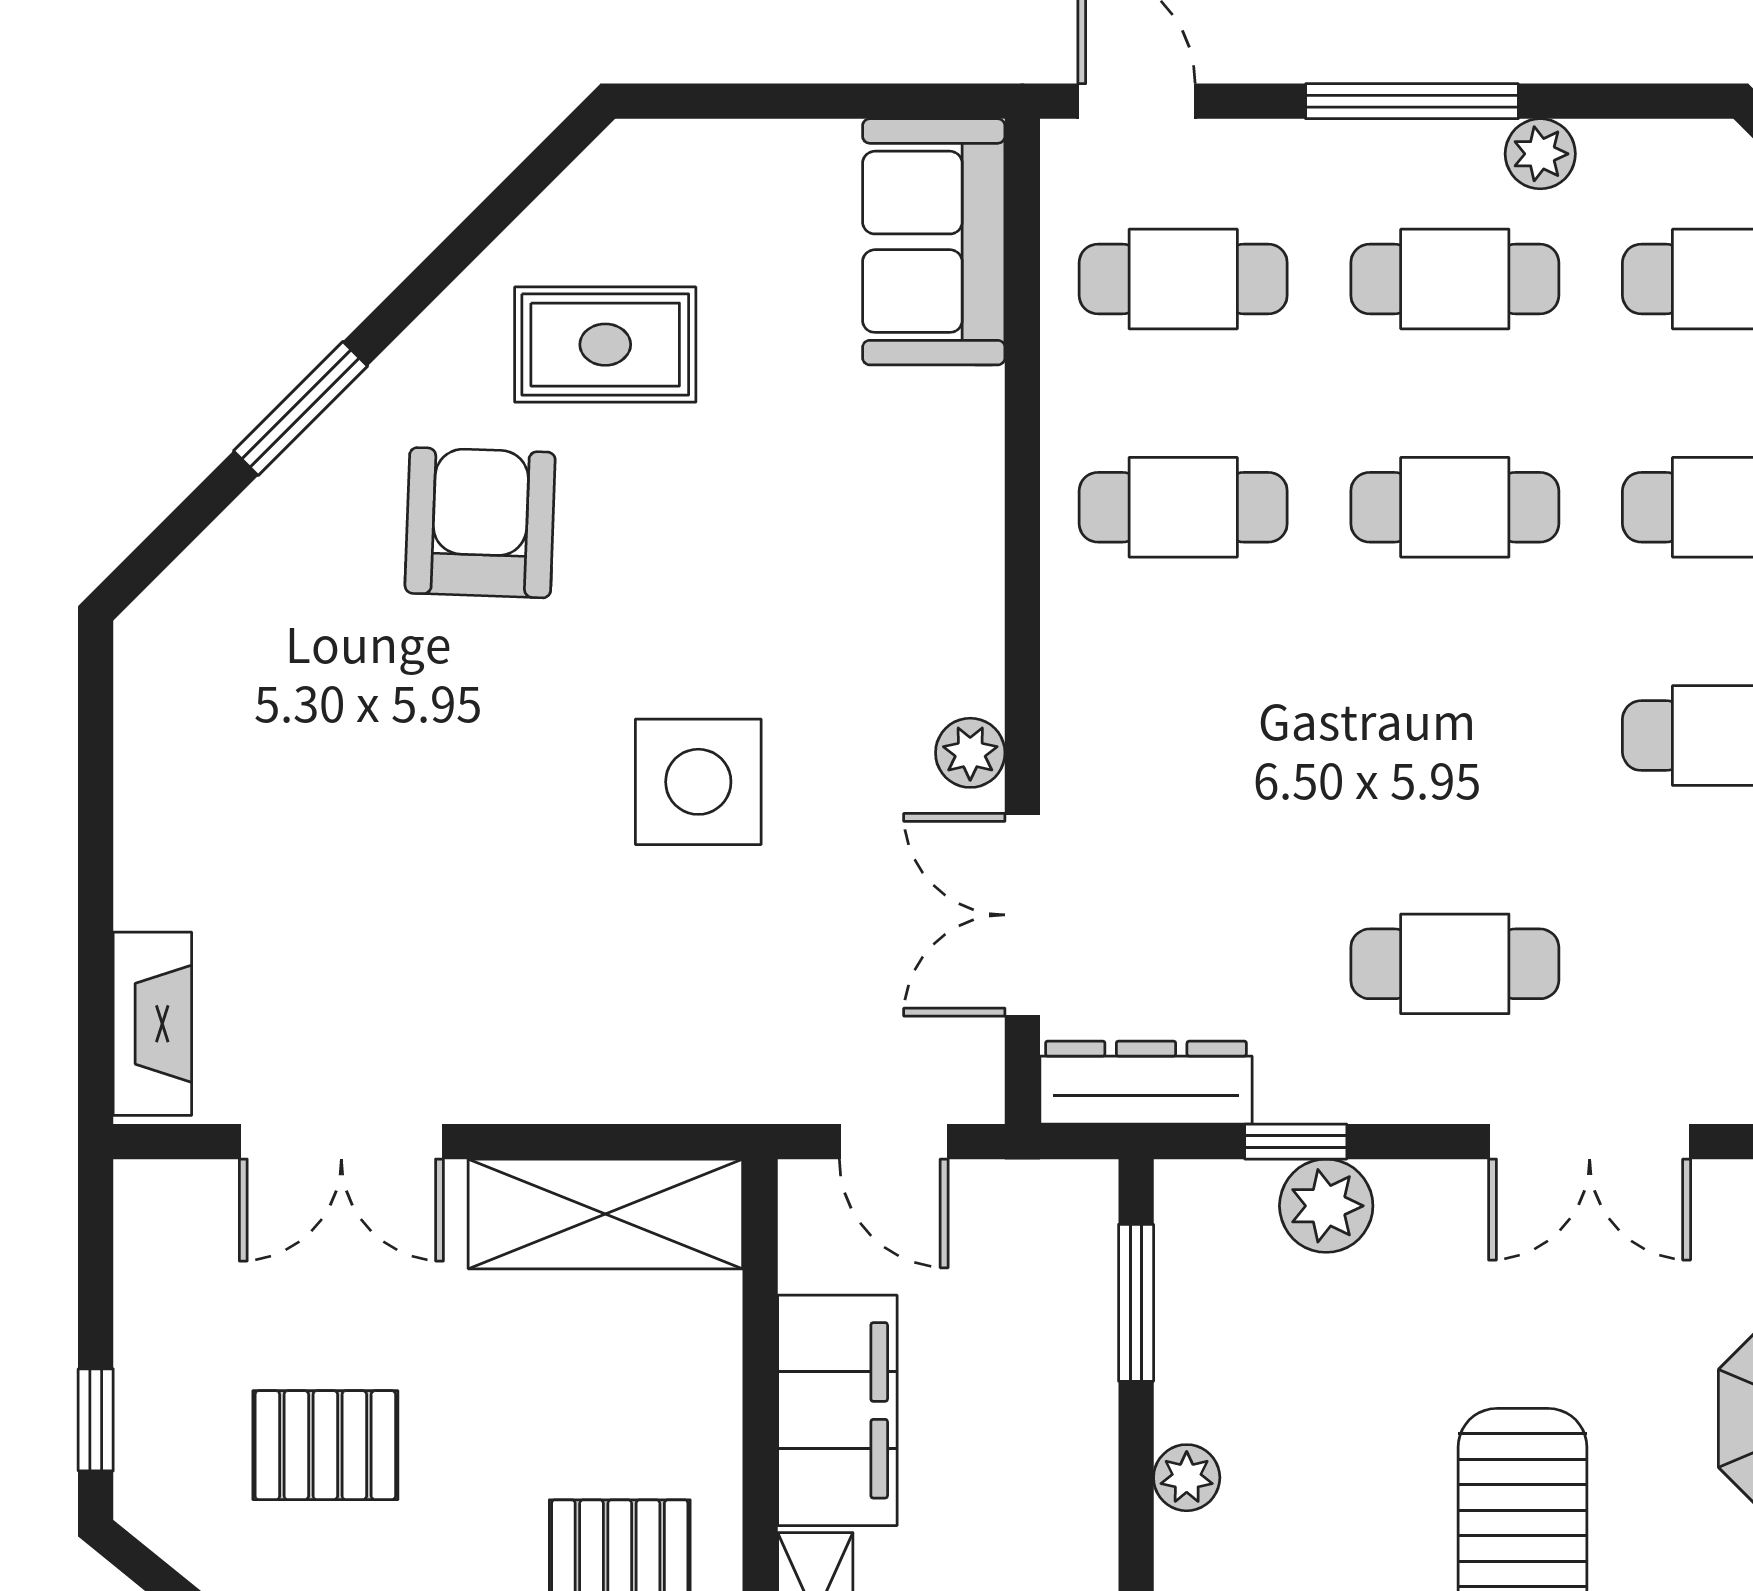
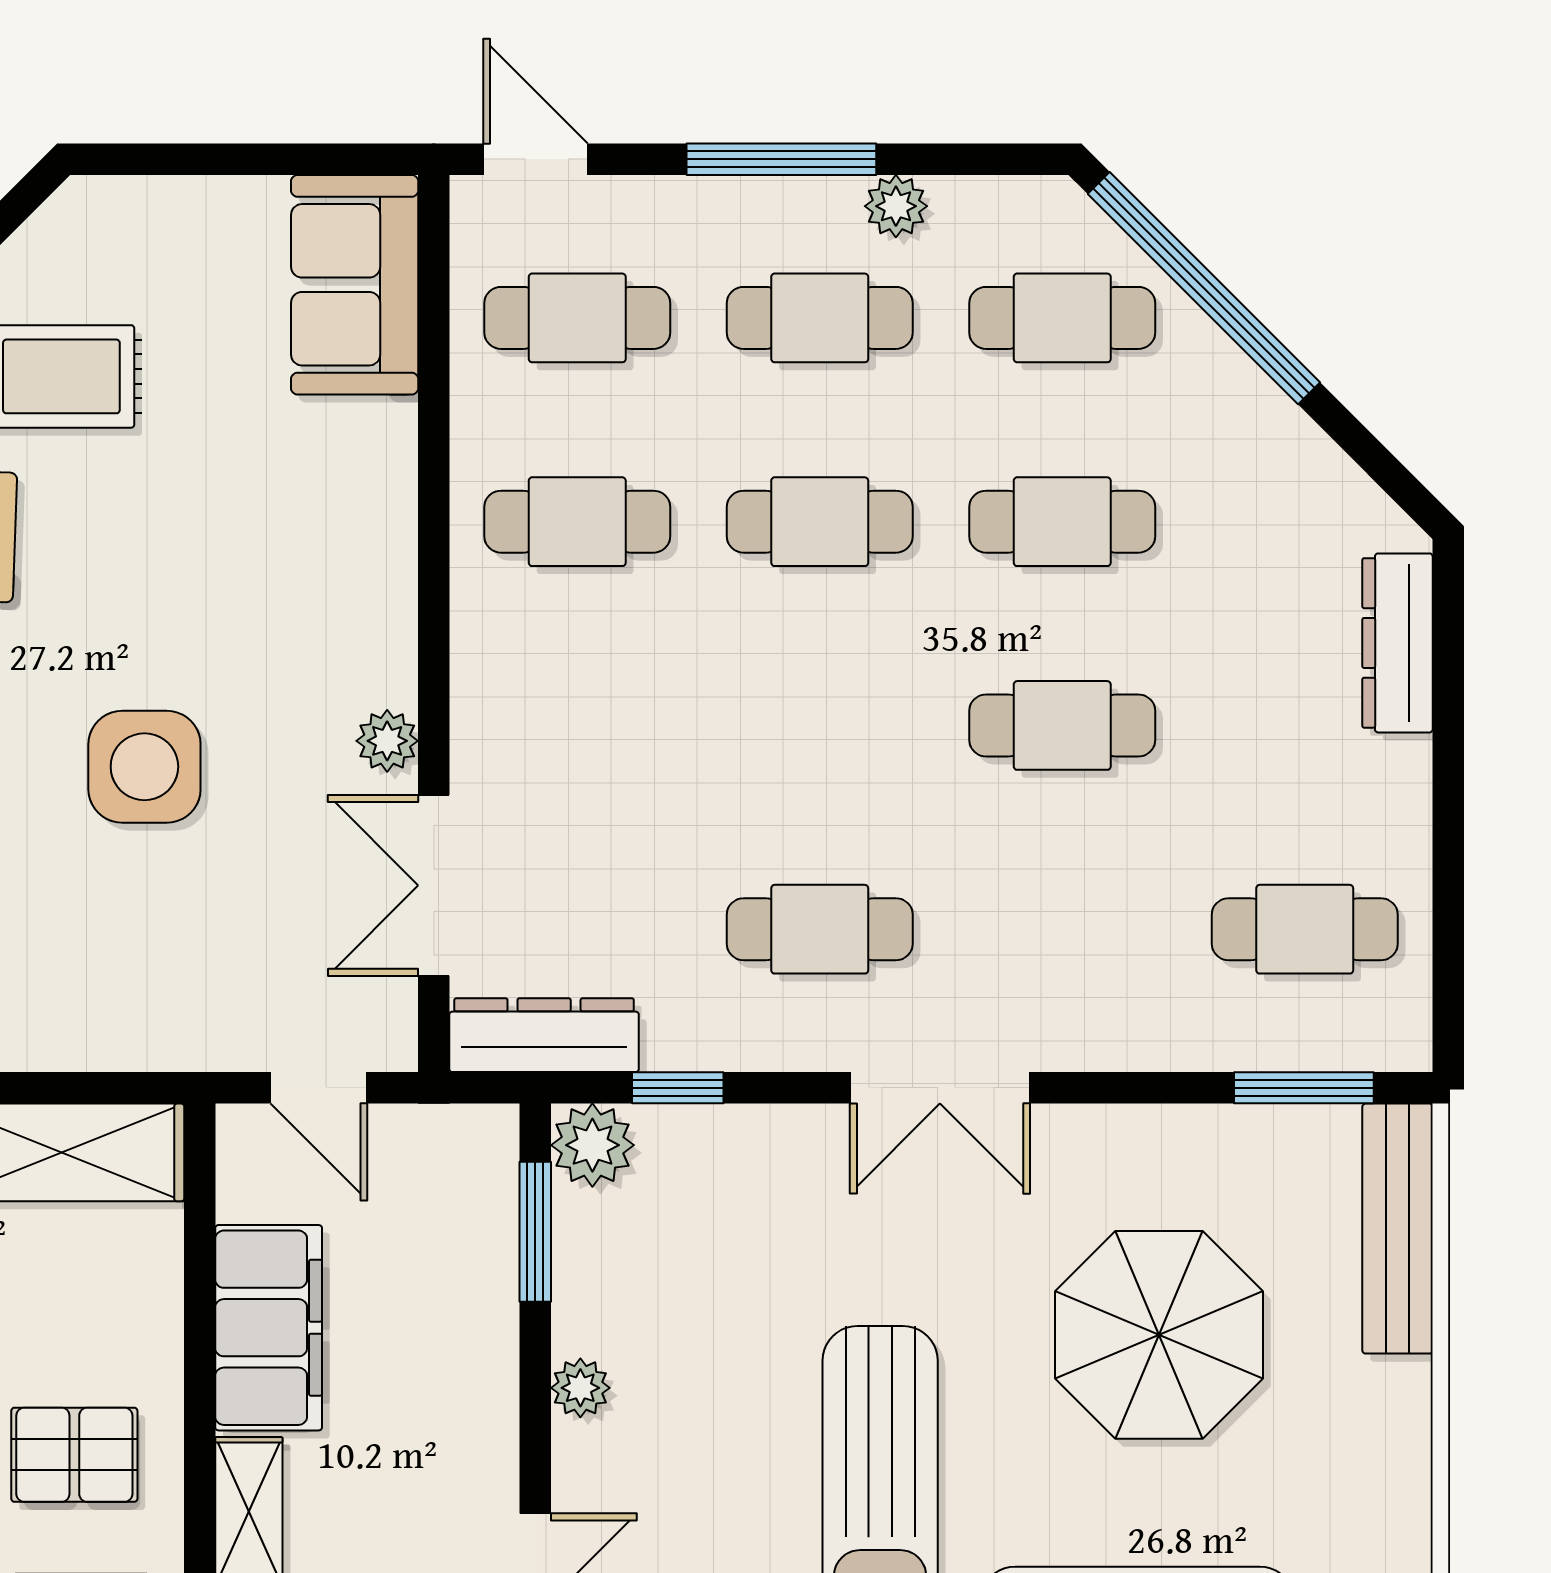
plant: (1326, 1206) -> (592, 1145), moved

